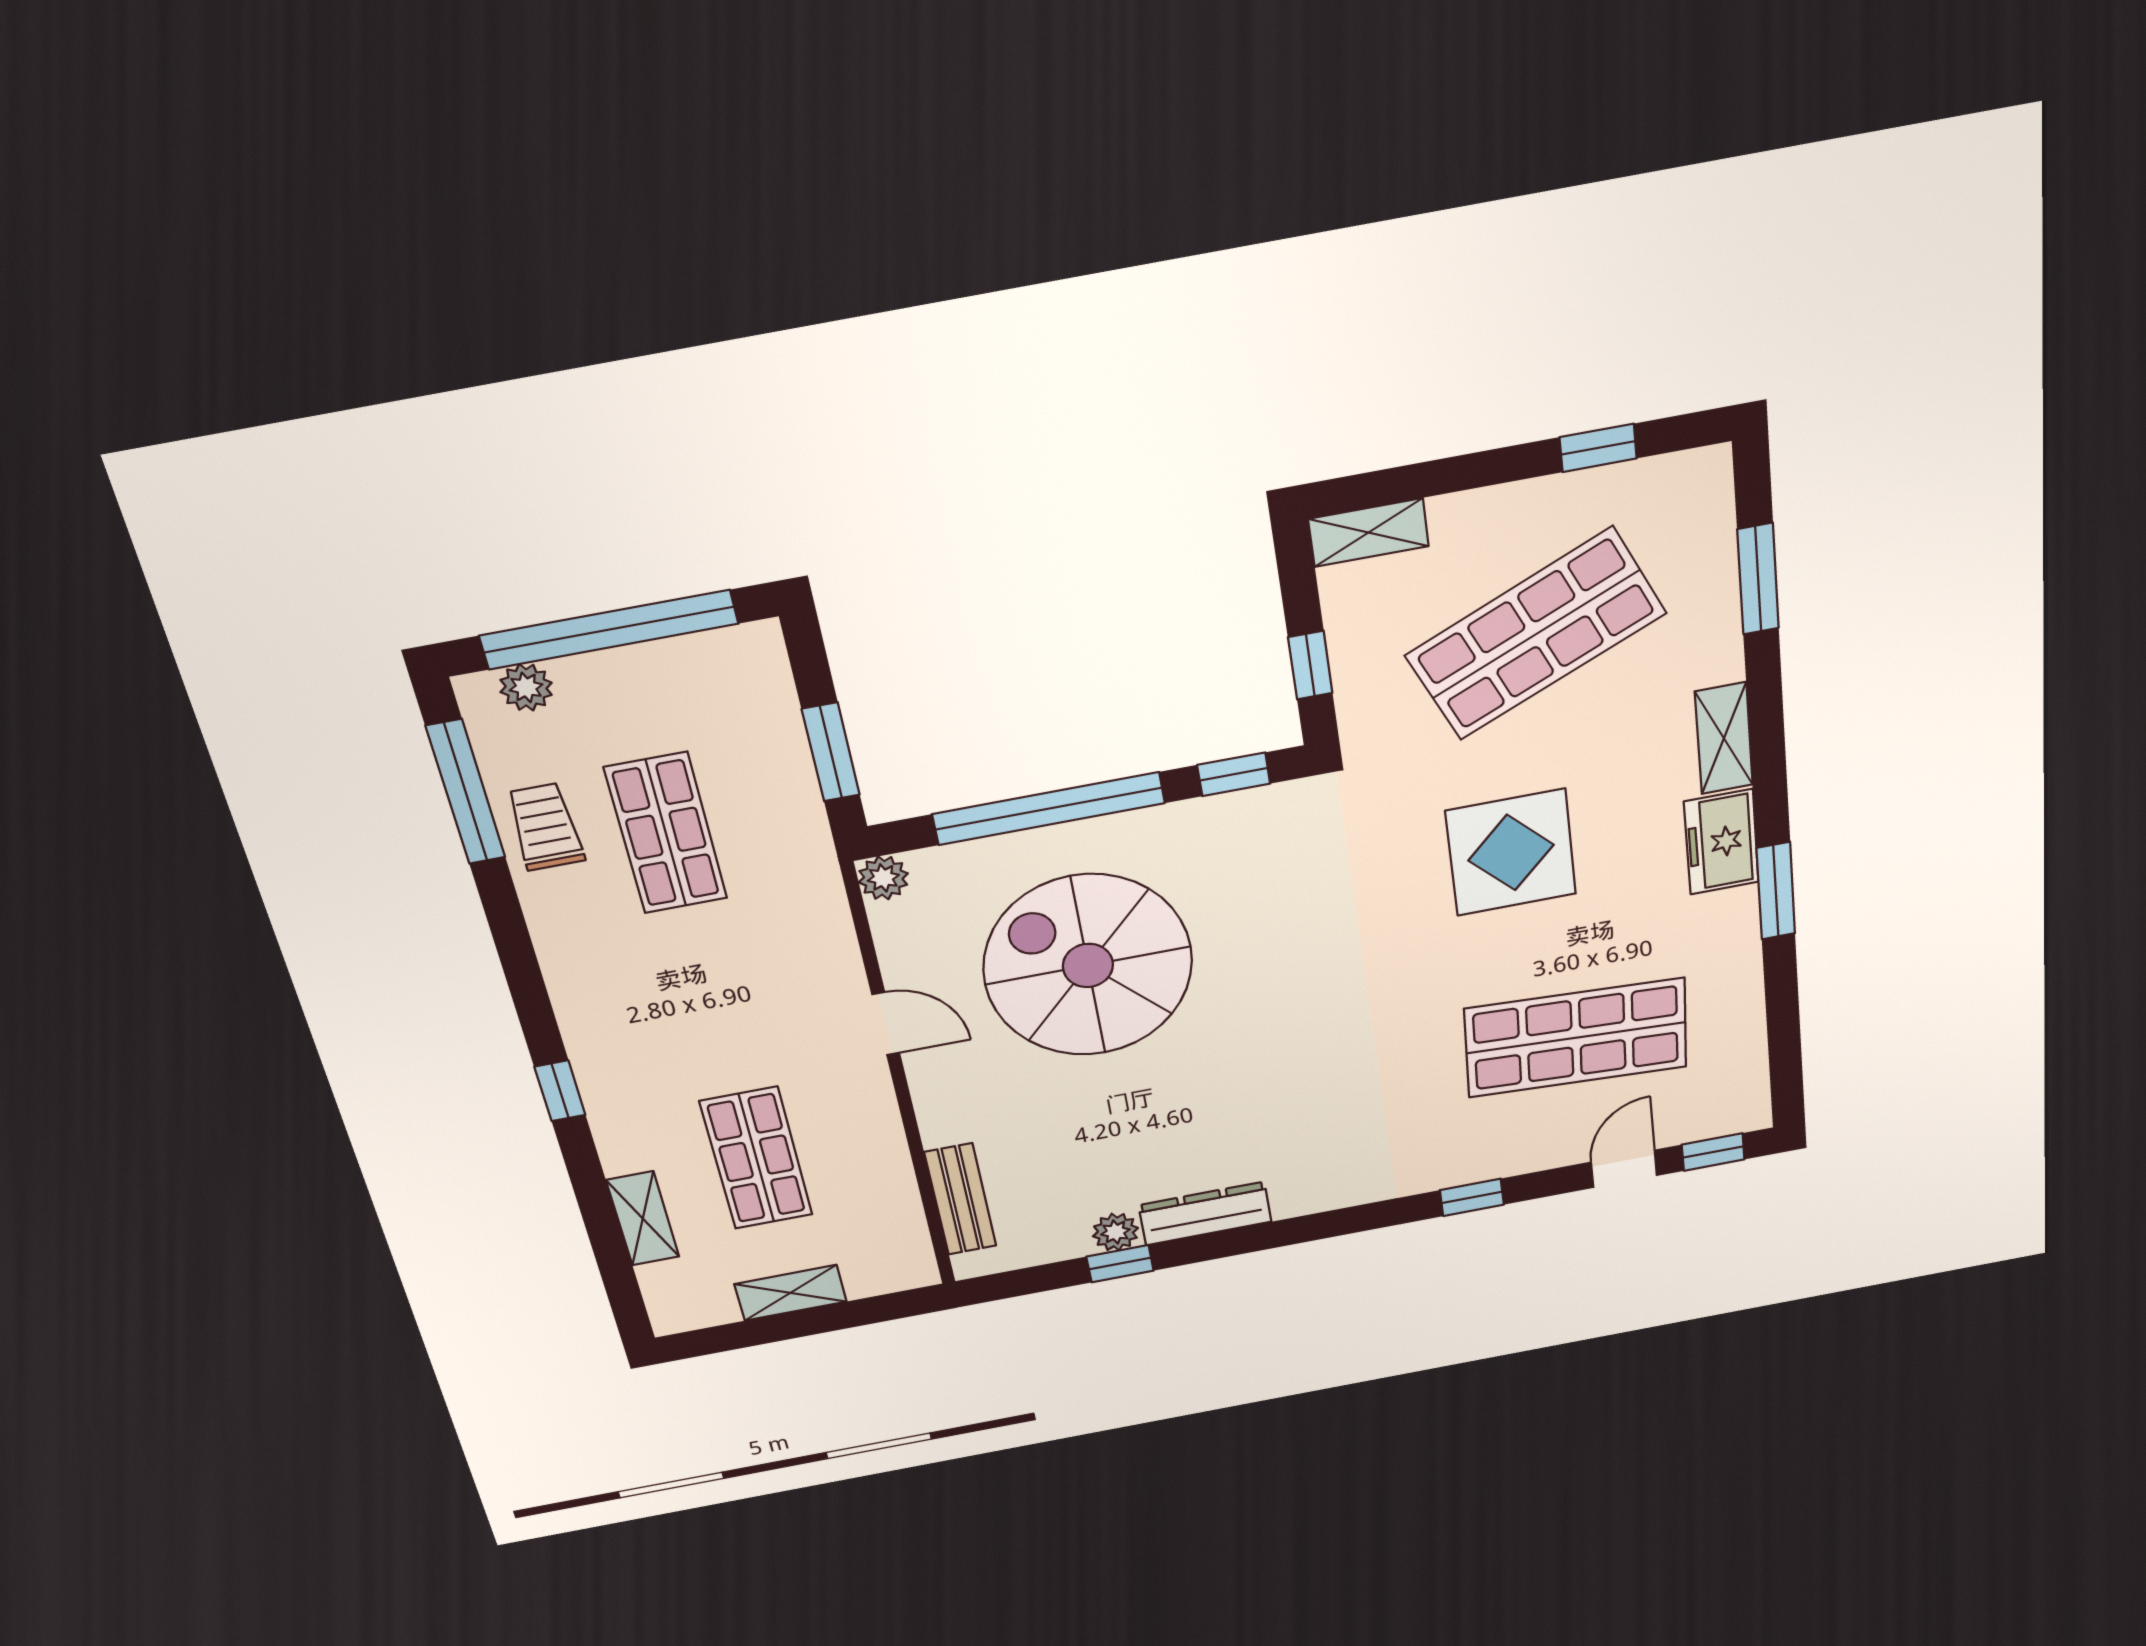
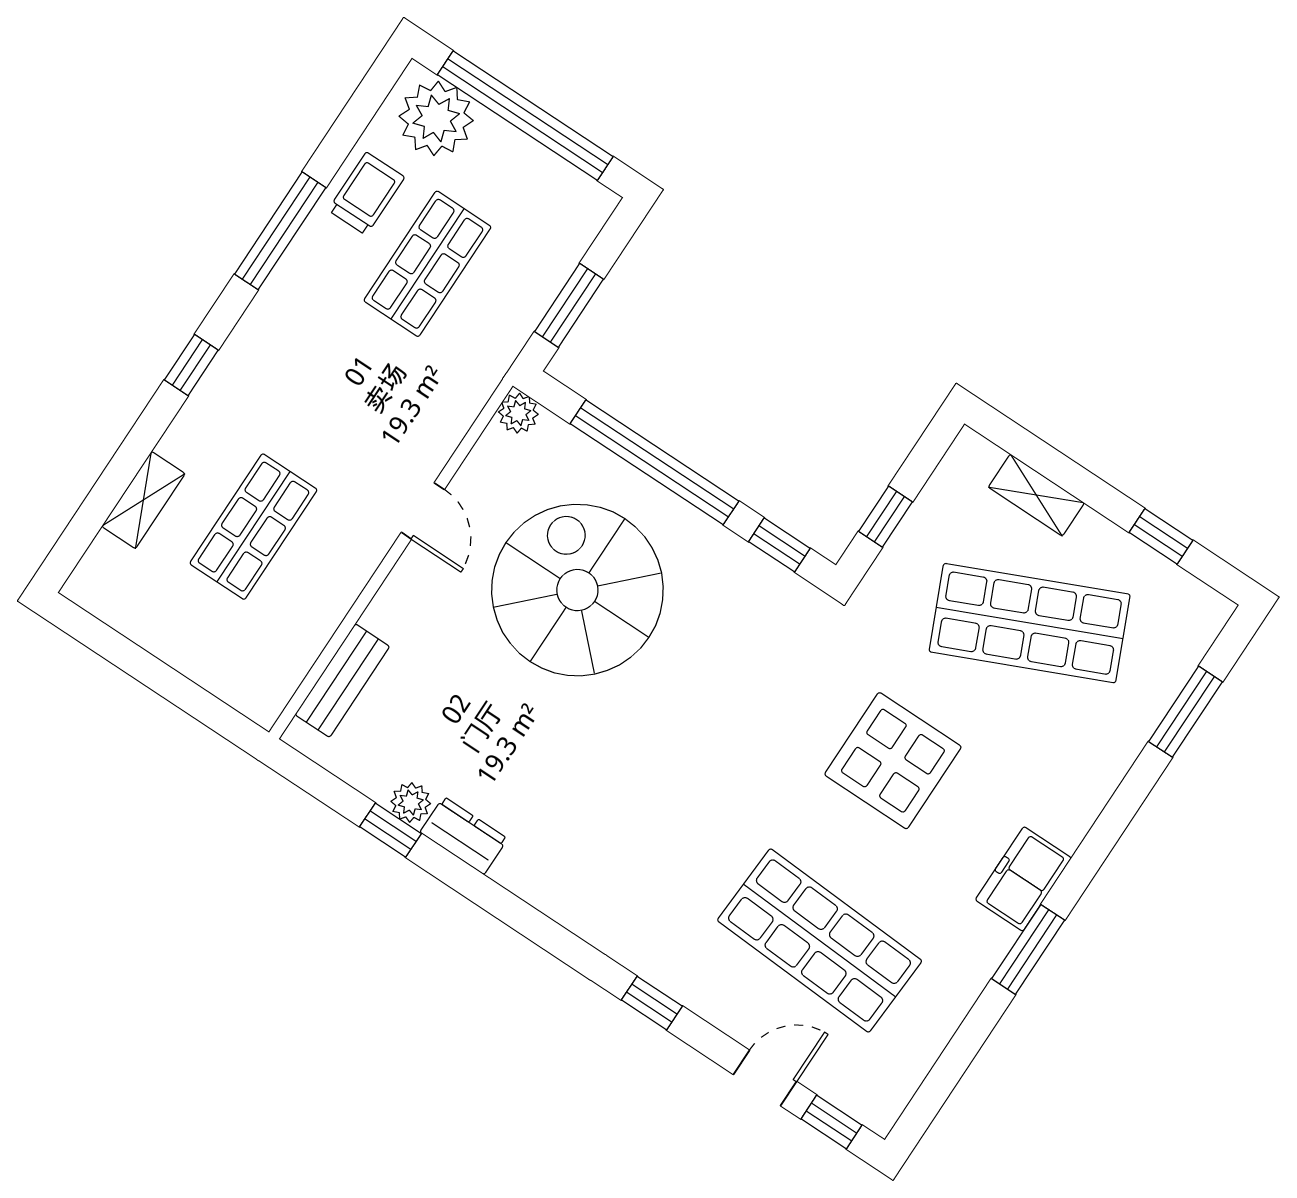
shelving: (1369, 533) -> (1036, 495), moved
plant: (526, 687) -> (436, 118), width x1.88, depth x1.88
shelving: (1724, 738) -> (1082, 804), removed
window: (466, 792) -> (280, 231), moved
dresser: (1205, 1213) -> (464, 836), width x0.70
shelving: (791, 1293) -> (172, 644), removed

